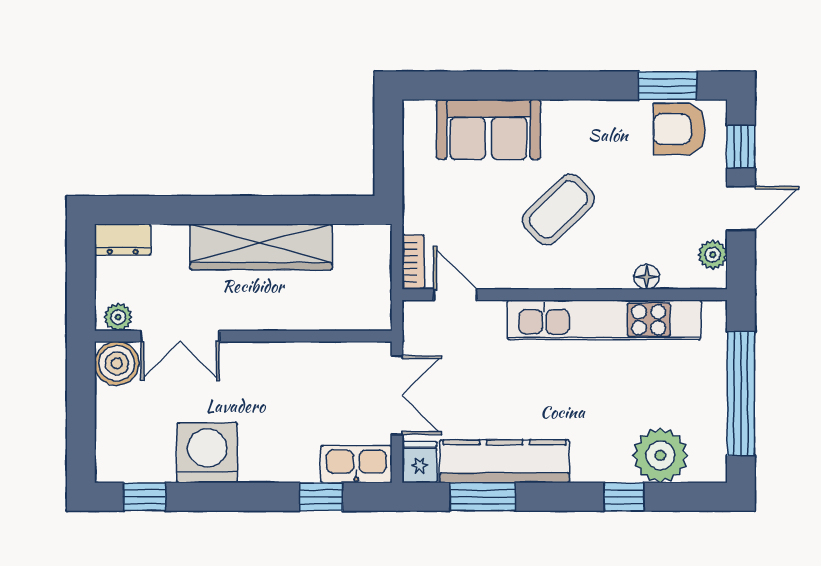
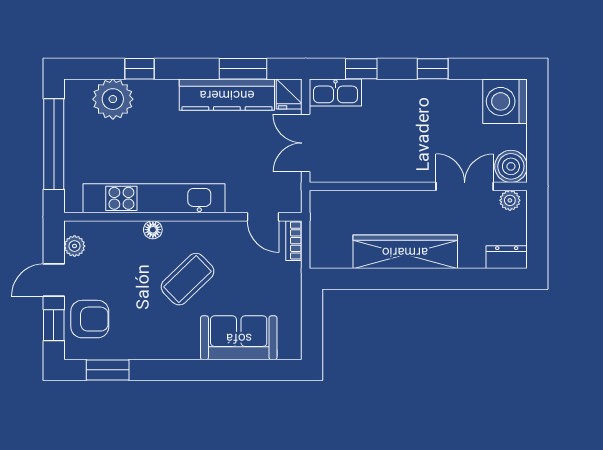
armchair: (679, 129) -> (90, 319), moved
floor lamp: (647, 277) -> (153, 230), moved
washing machine: (207, 453) -> (505, 101), moved, turned 90
window: (145, 497) -> (433, 69), moved

